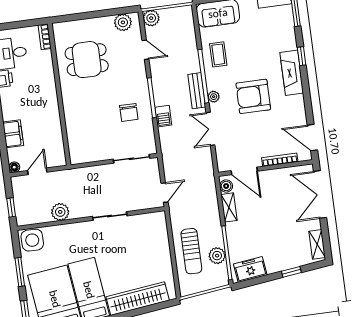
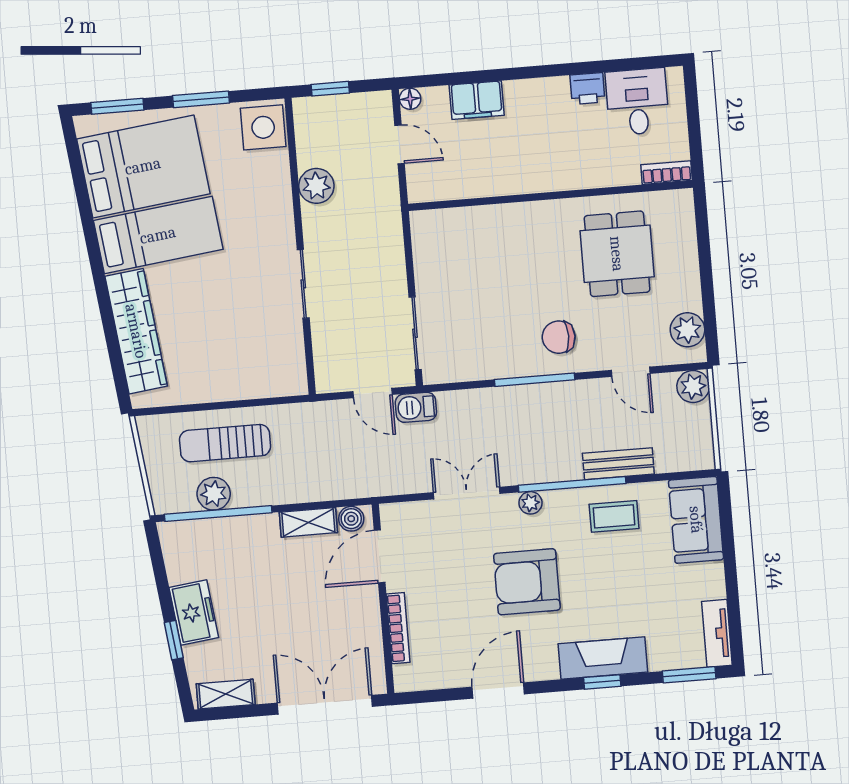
door: (145, 50) -> (631, 372), hinge flipped
fireplace: (292, 73) -> (603, 658), moved
bench: (197, 91) -> (618, 464), moved
armchair: (253, 96) -> (527, 582), turned -90
chair: (129, 112) -> (559, 337), moved
barbecue: (163, 116) -> (416, 407), moved
door: (312, 138) -> (498, 691), moved
door: (164, 193) -> (373, 393), moved
freezer: (250, 269) -> (194, 612), moved

